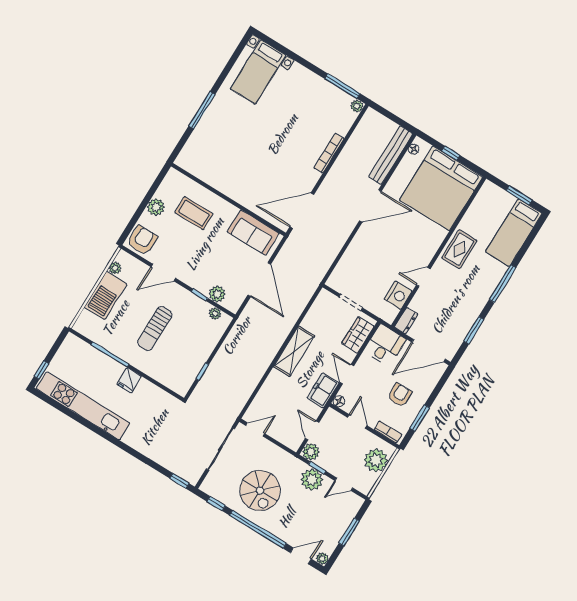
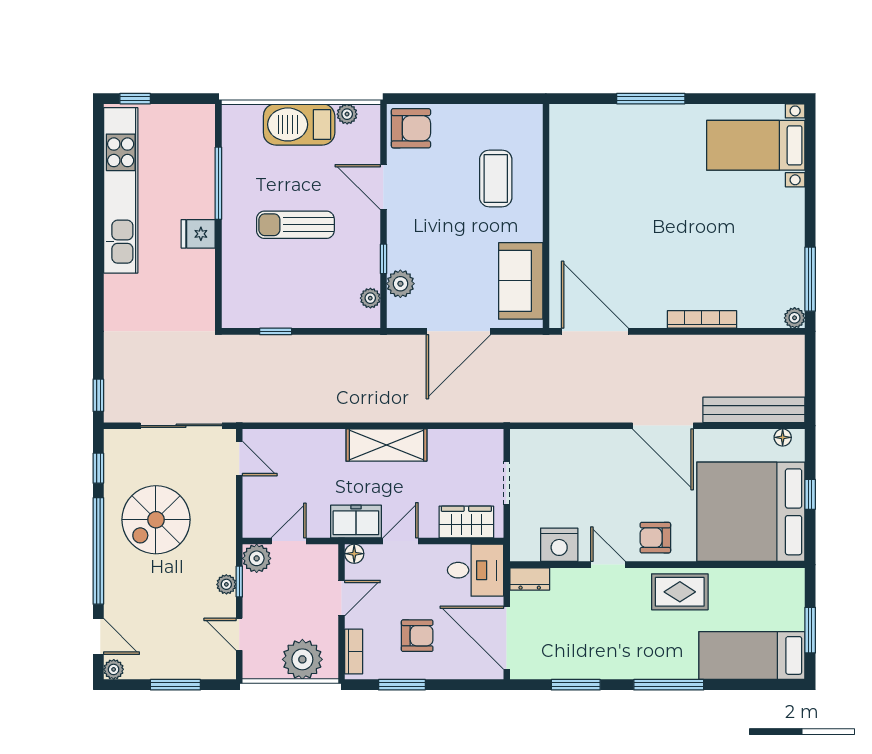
plant: (156, 207) -> (471, 119), removed
armchair: (424, 245) -> (655, 538), added
plant: (312, 480) -> (226, 584), width x0.53, depth x0.53

